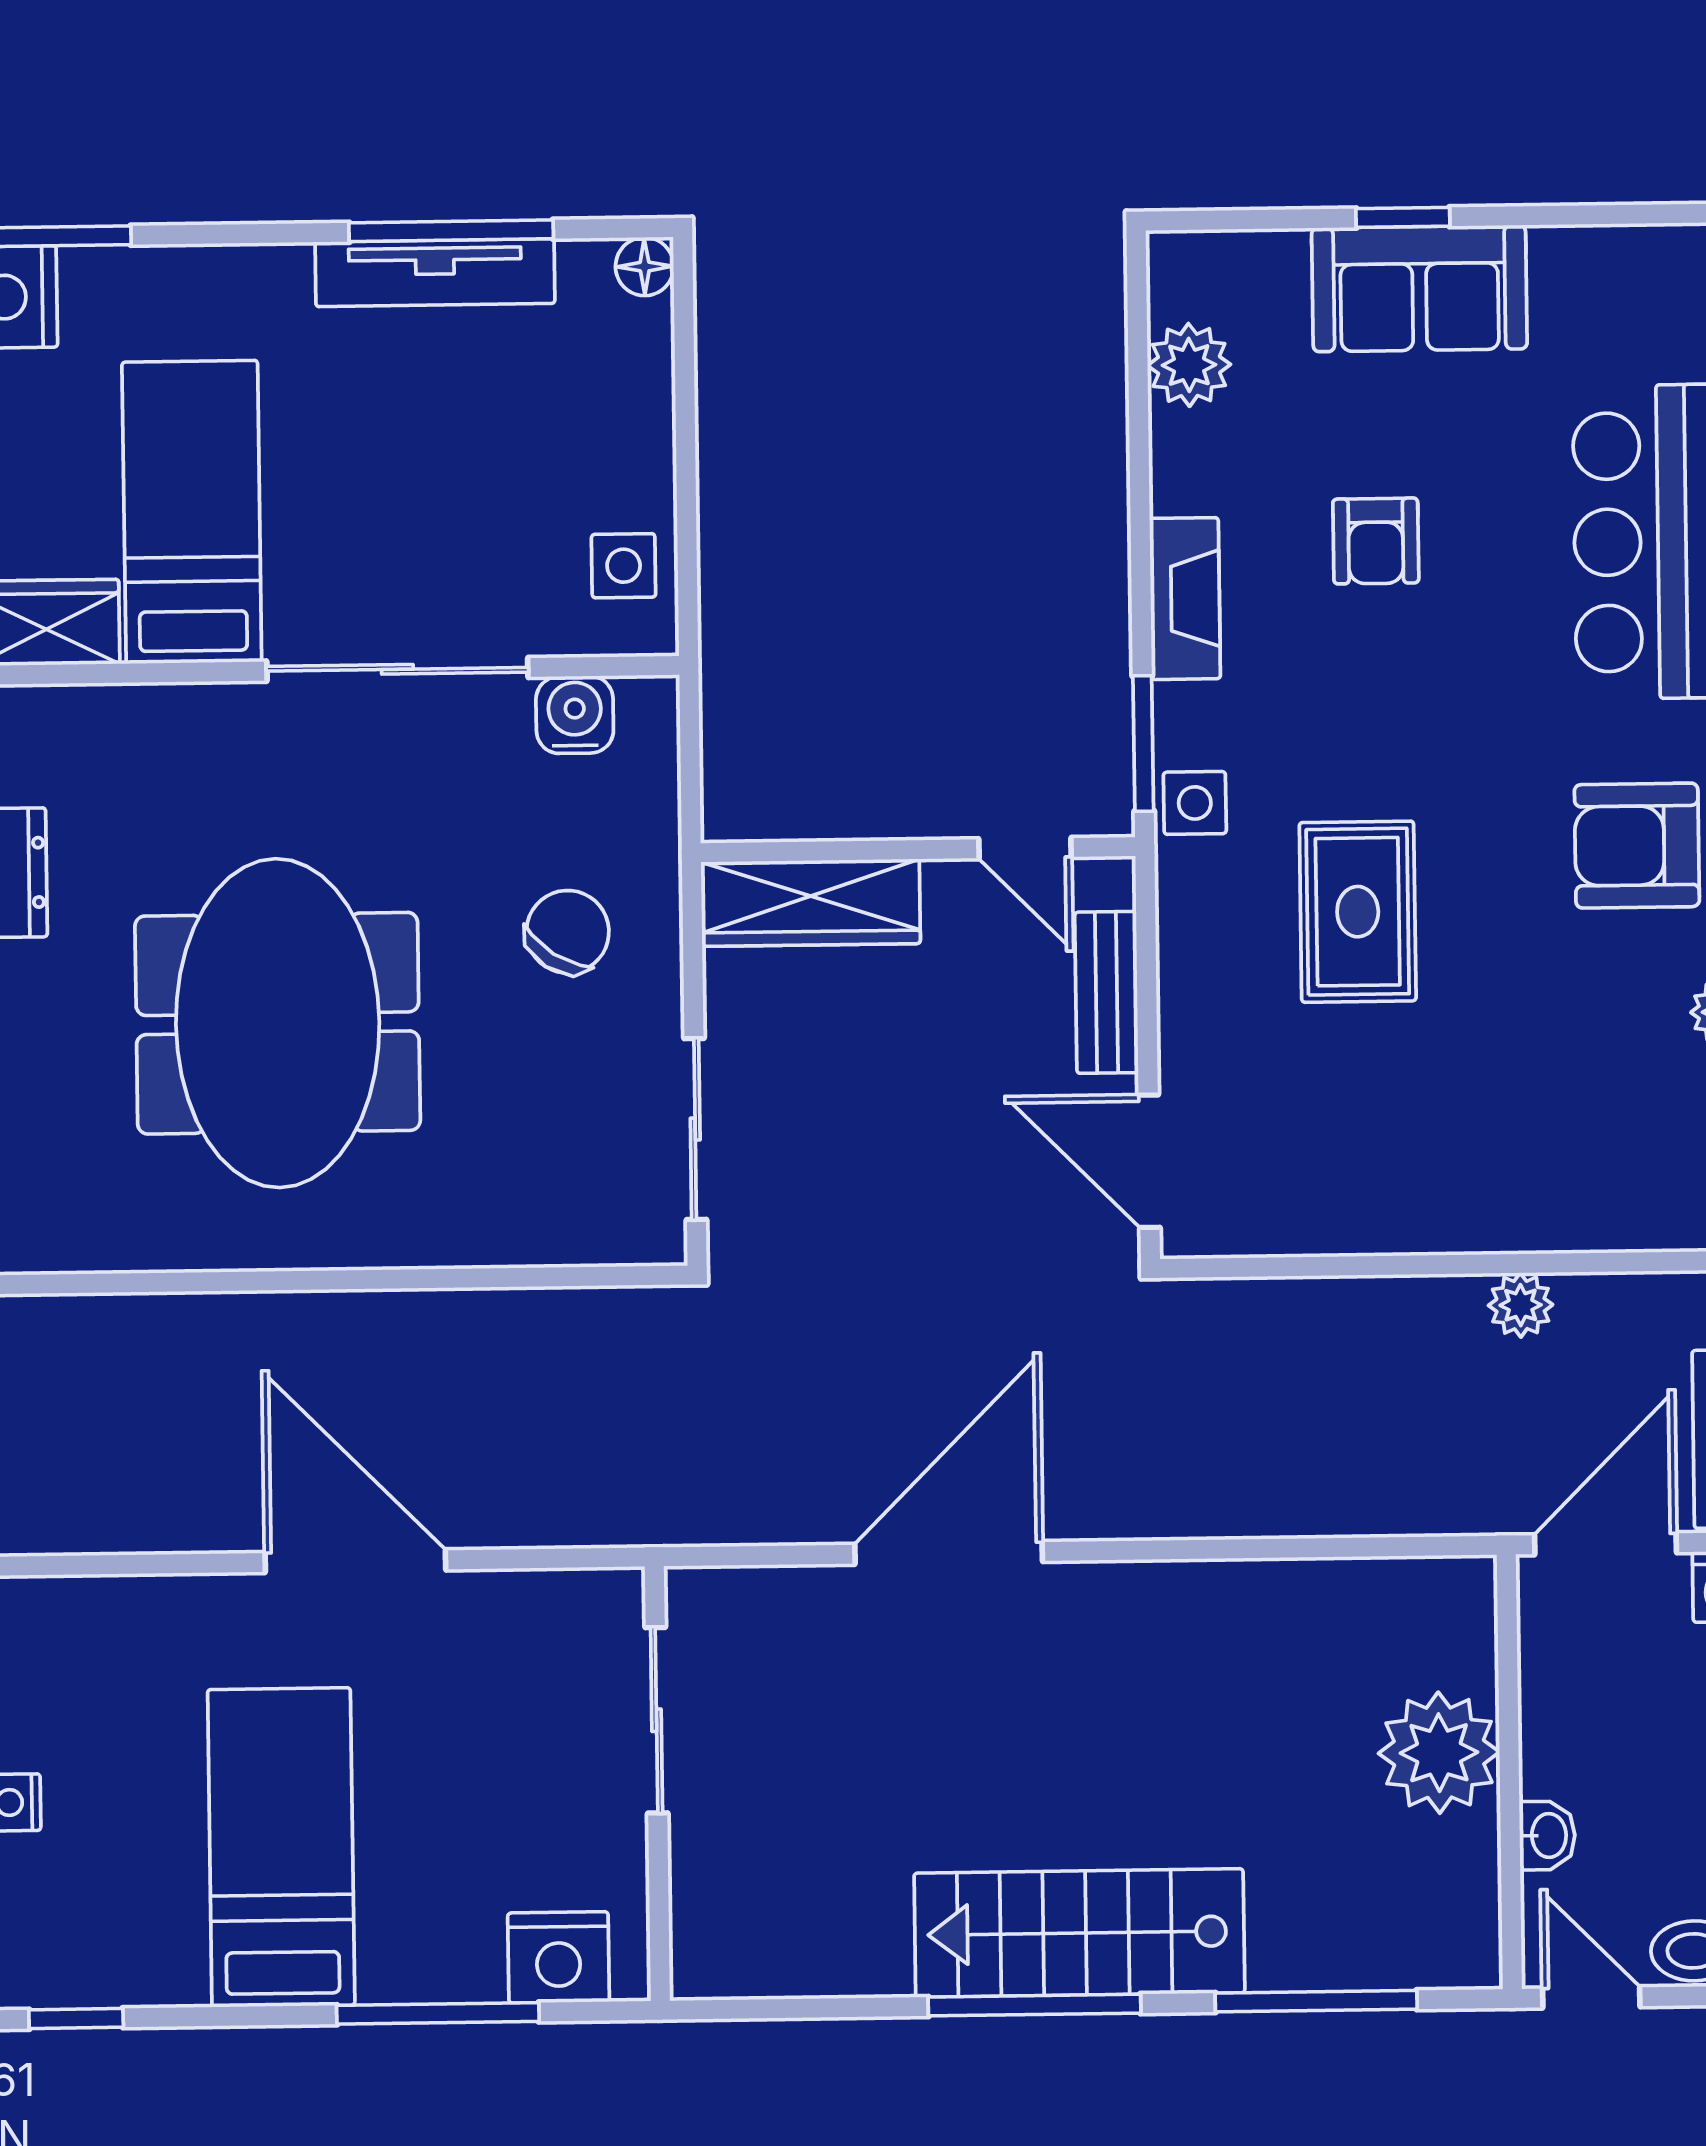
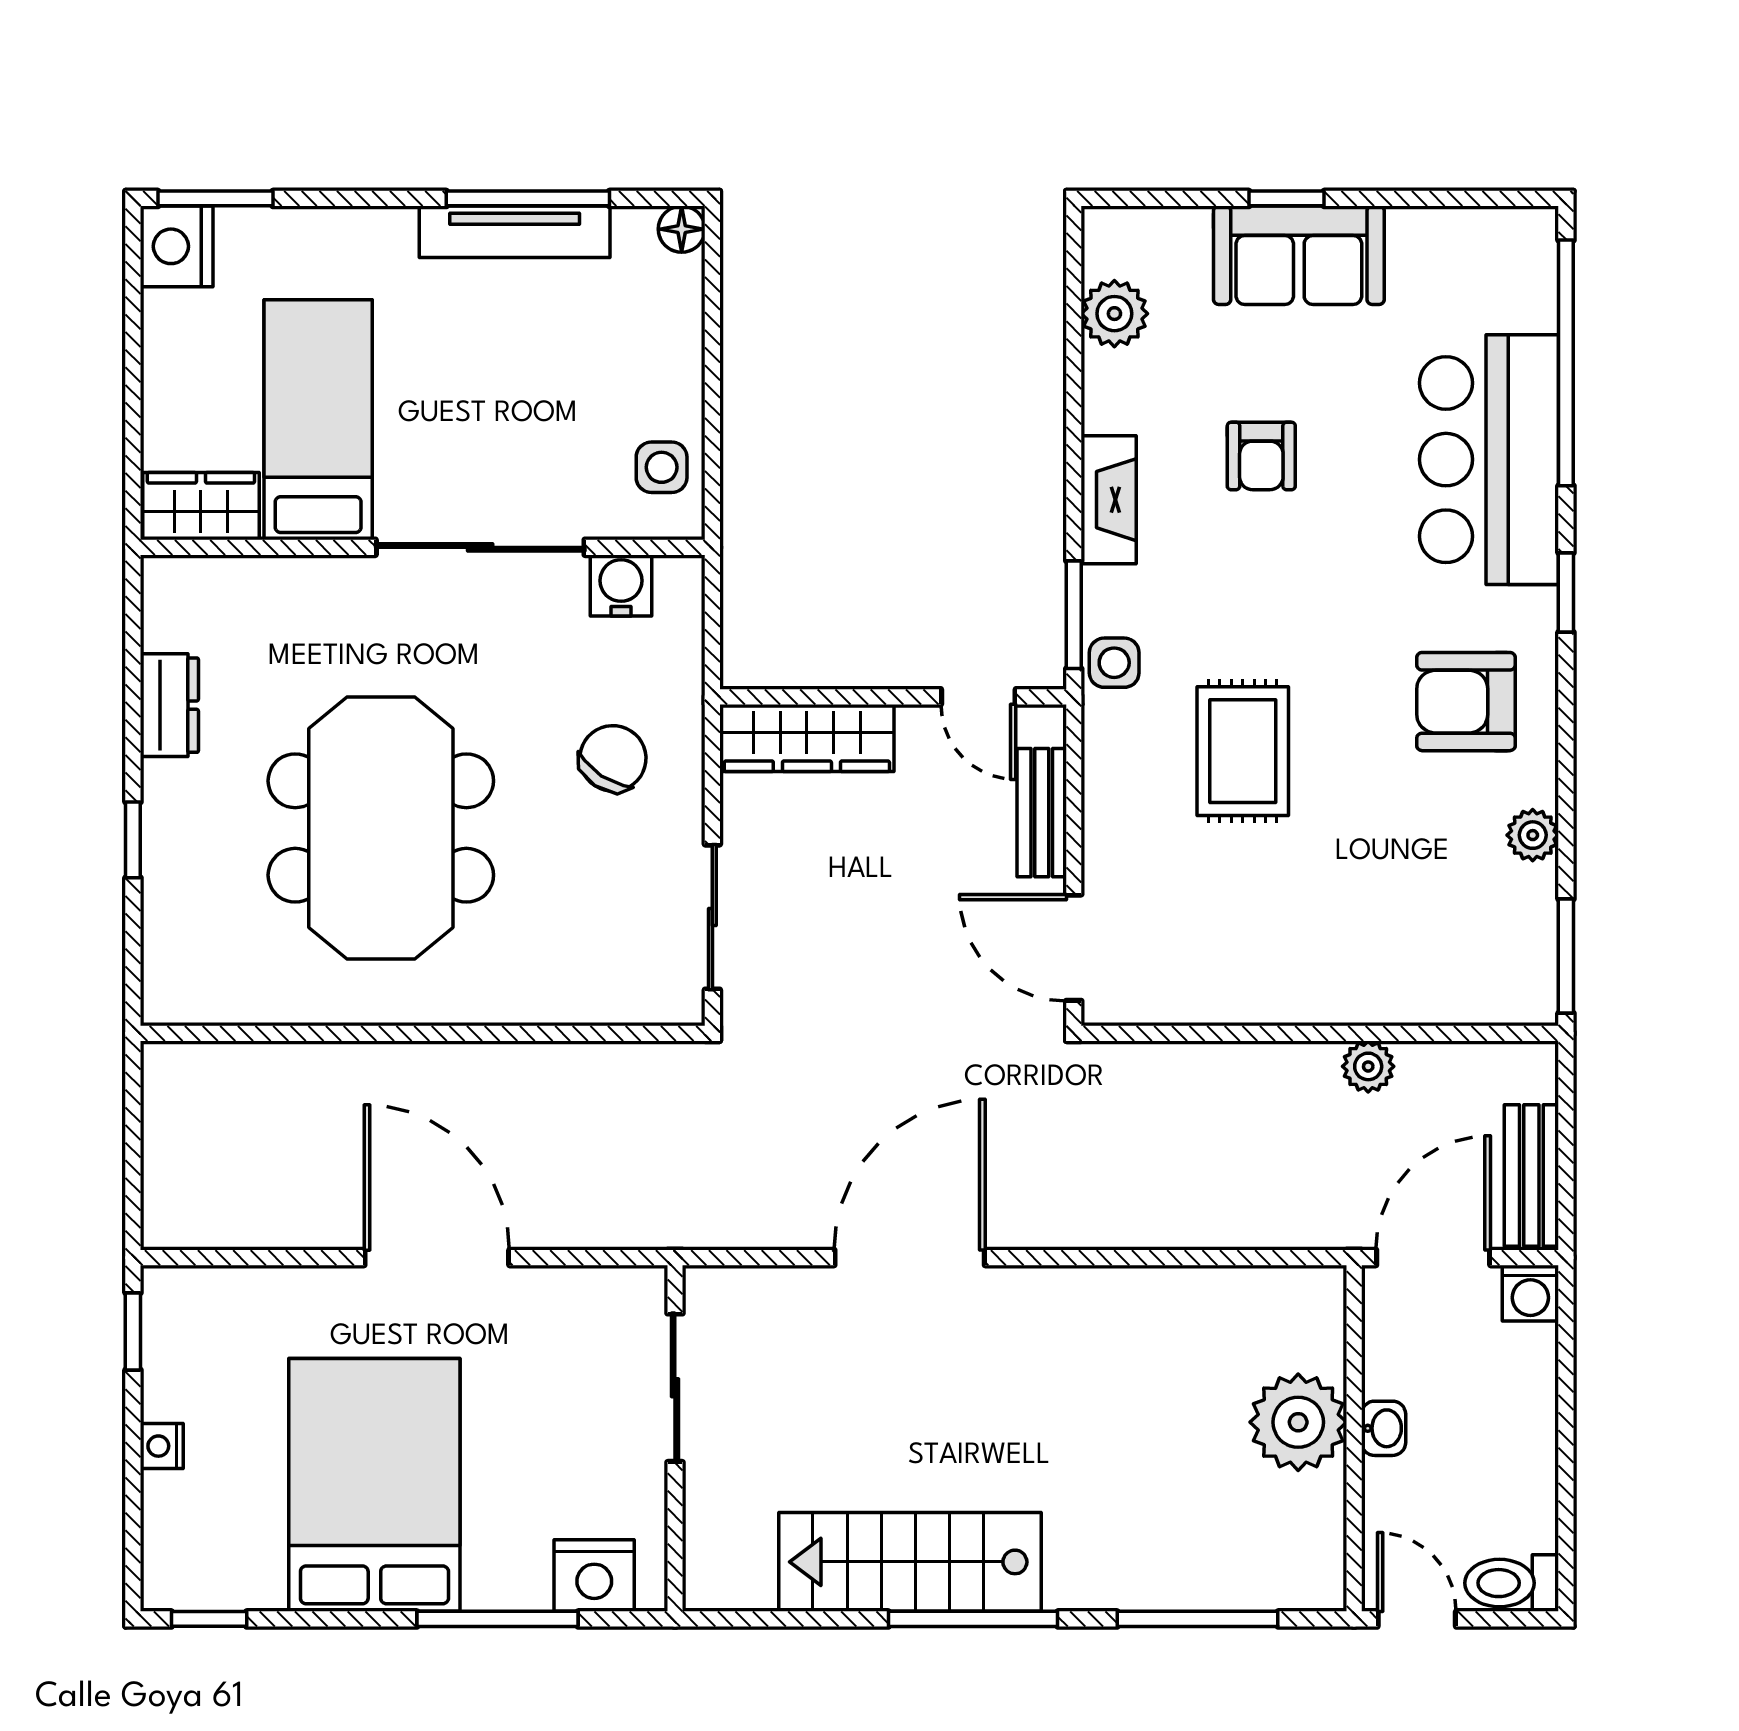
washbasin: (1547, 1835) -> (1384, 1428), moved
bed: (281, 1847) -> (374, 1485), width x1.50
stairs: (1079, 1933) -> (910, 1562), moved

